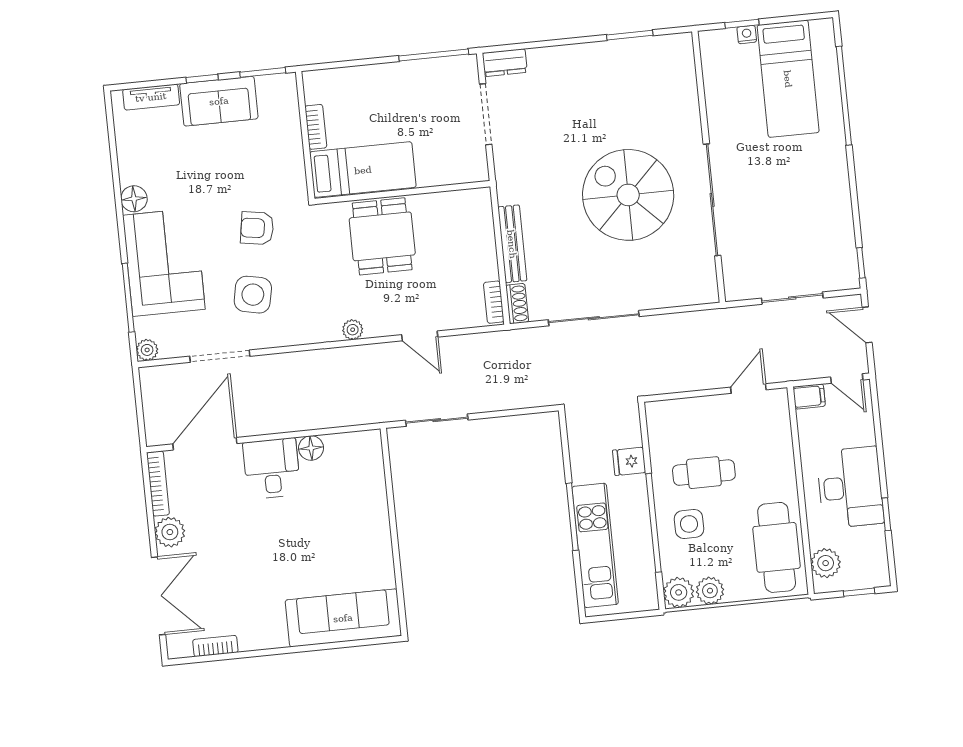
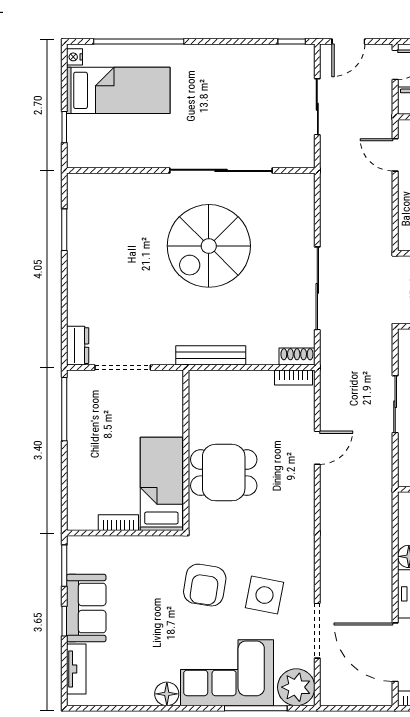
nightstand: (747, 35) -> (74, 57), moved
armchair: (257, 228) -> (205, 585), width x1.38, depth x1.38
bench: (512, 244) -> (211, 355), moved
plant: (353, 330) -> (305, 508), removed
plant: (147, 350) -> (296, 687), width x1.88, depth x1.88
sliding door: (437, 420) -> (395, 404), moved

